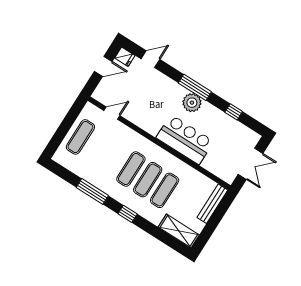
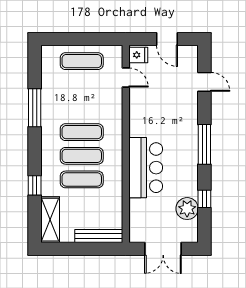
fridge: (125, 57) -> (138, 55), moved, turned -90
plant: (192, 103) -> (187, 209), moved
window: (128, 214) -> (35, 185), moved

